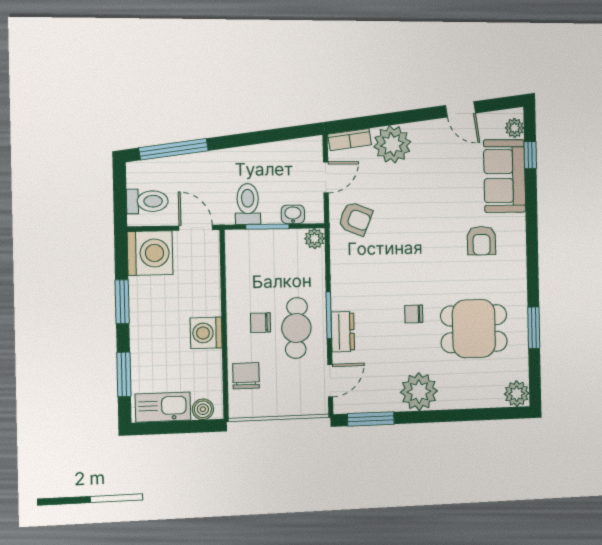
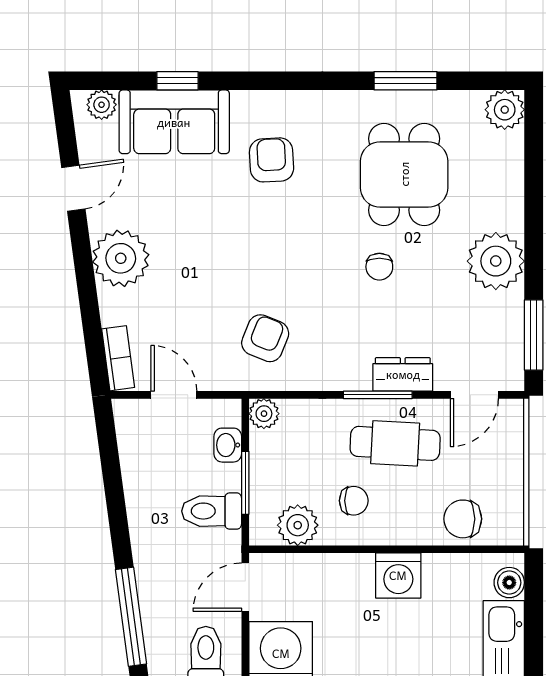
plant: (392, 144) -> (121, 258), moved
window: (530, 155) -> (177, 81), moved
armchair: (355, 219) -> (265, 338), moved
armchair: (481, 241) -> (272, 160), turned -93
plant: (239, 263) -> (298, 525), added
chair: (261, 323) -> (354, 501), moved, turned -90
door: (330, 381) -> (474, 395), swing flipped

